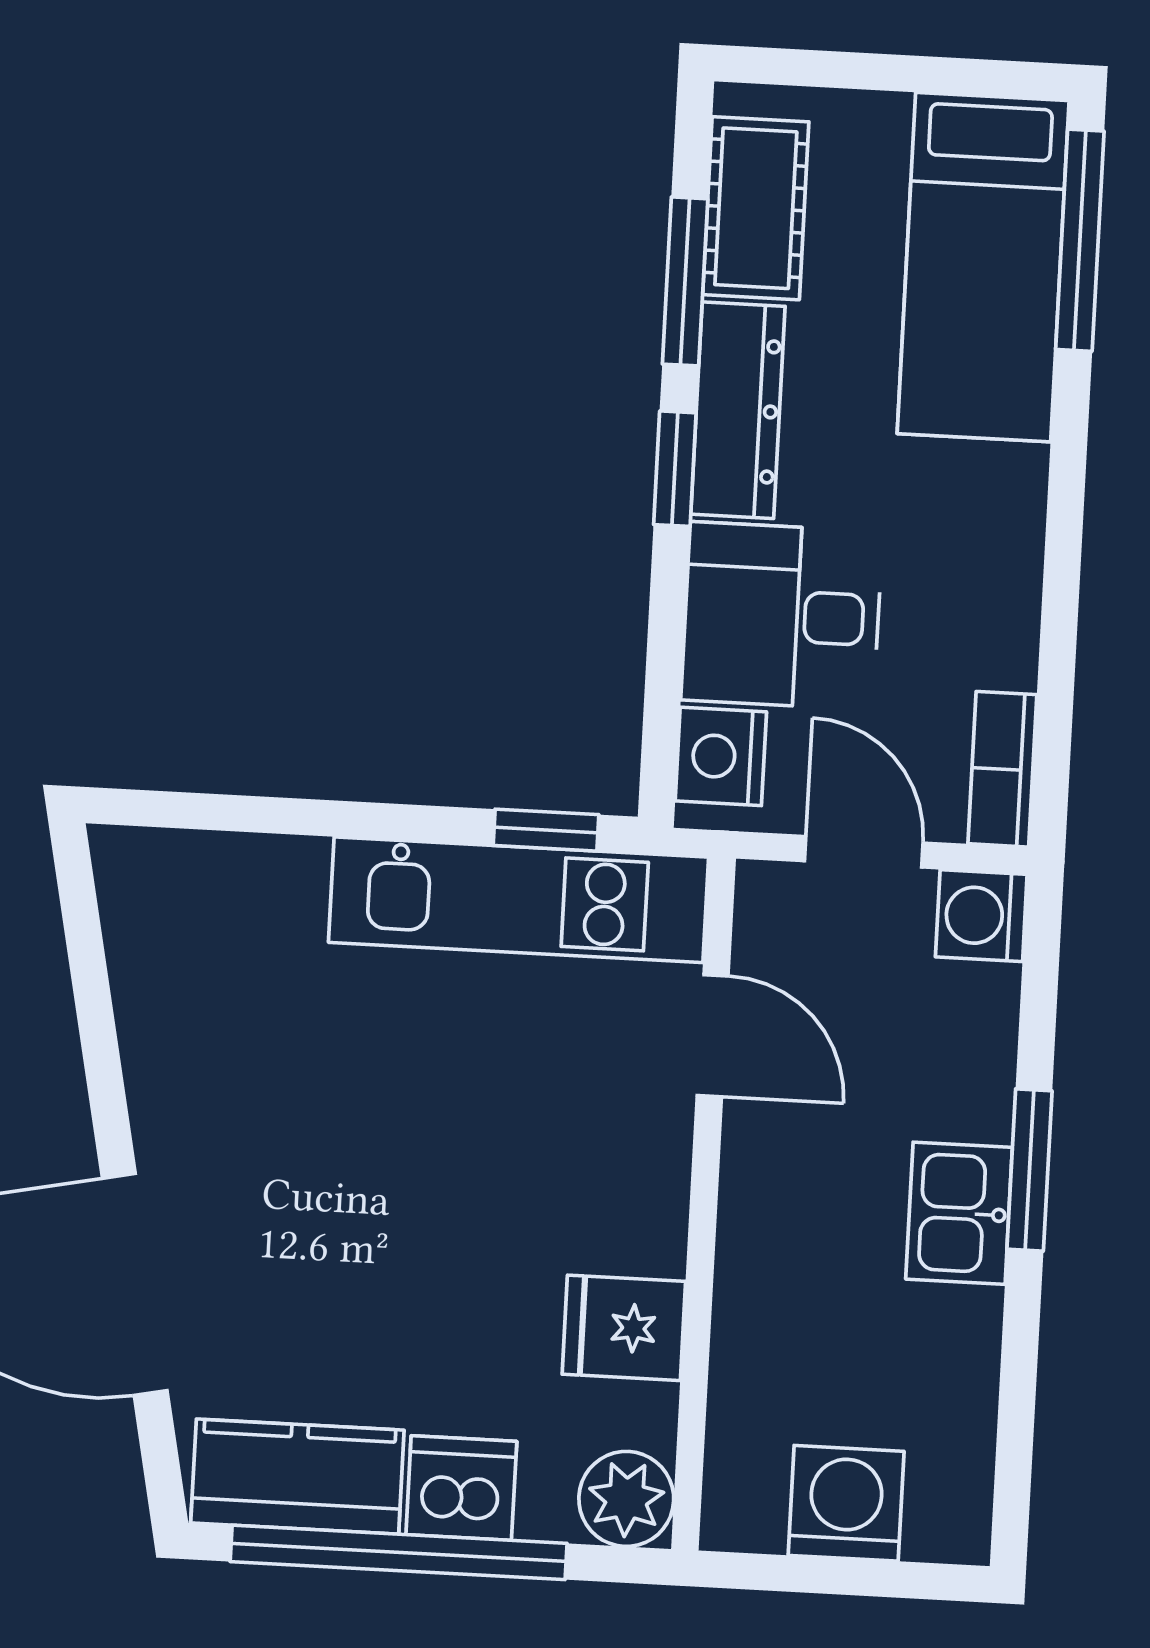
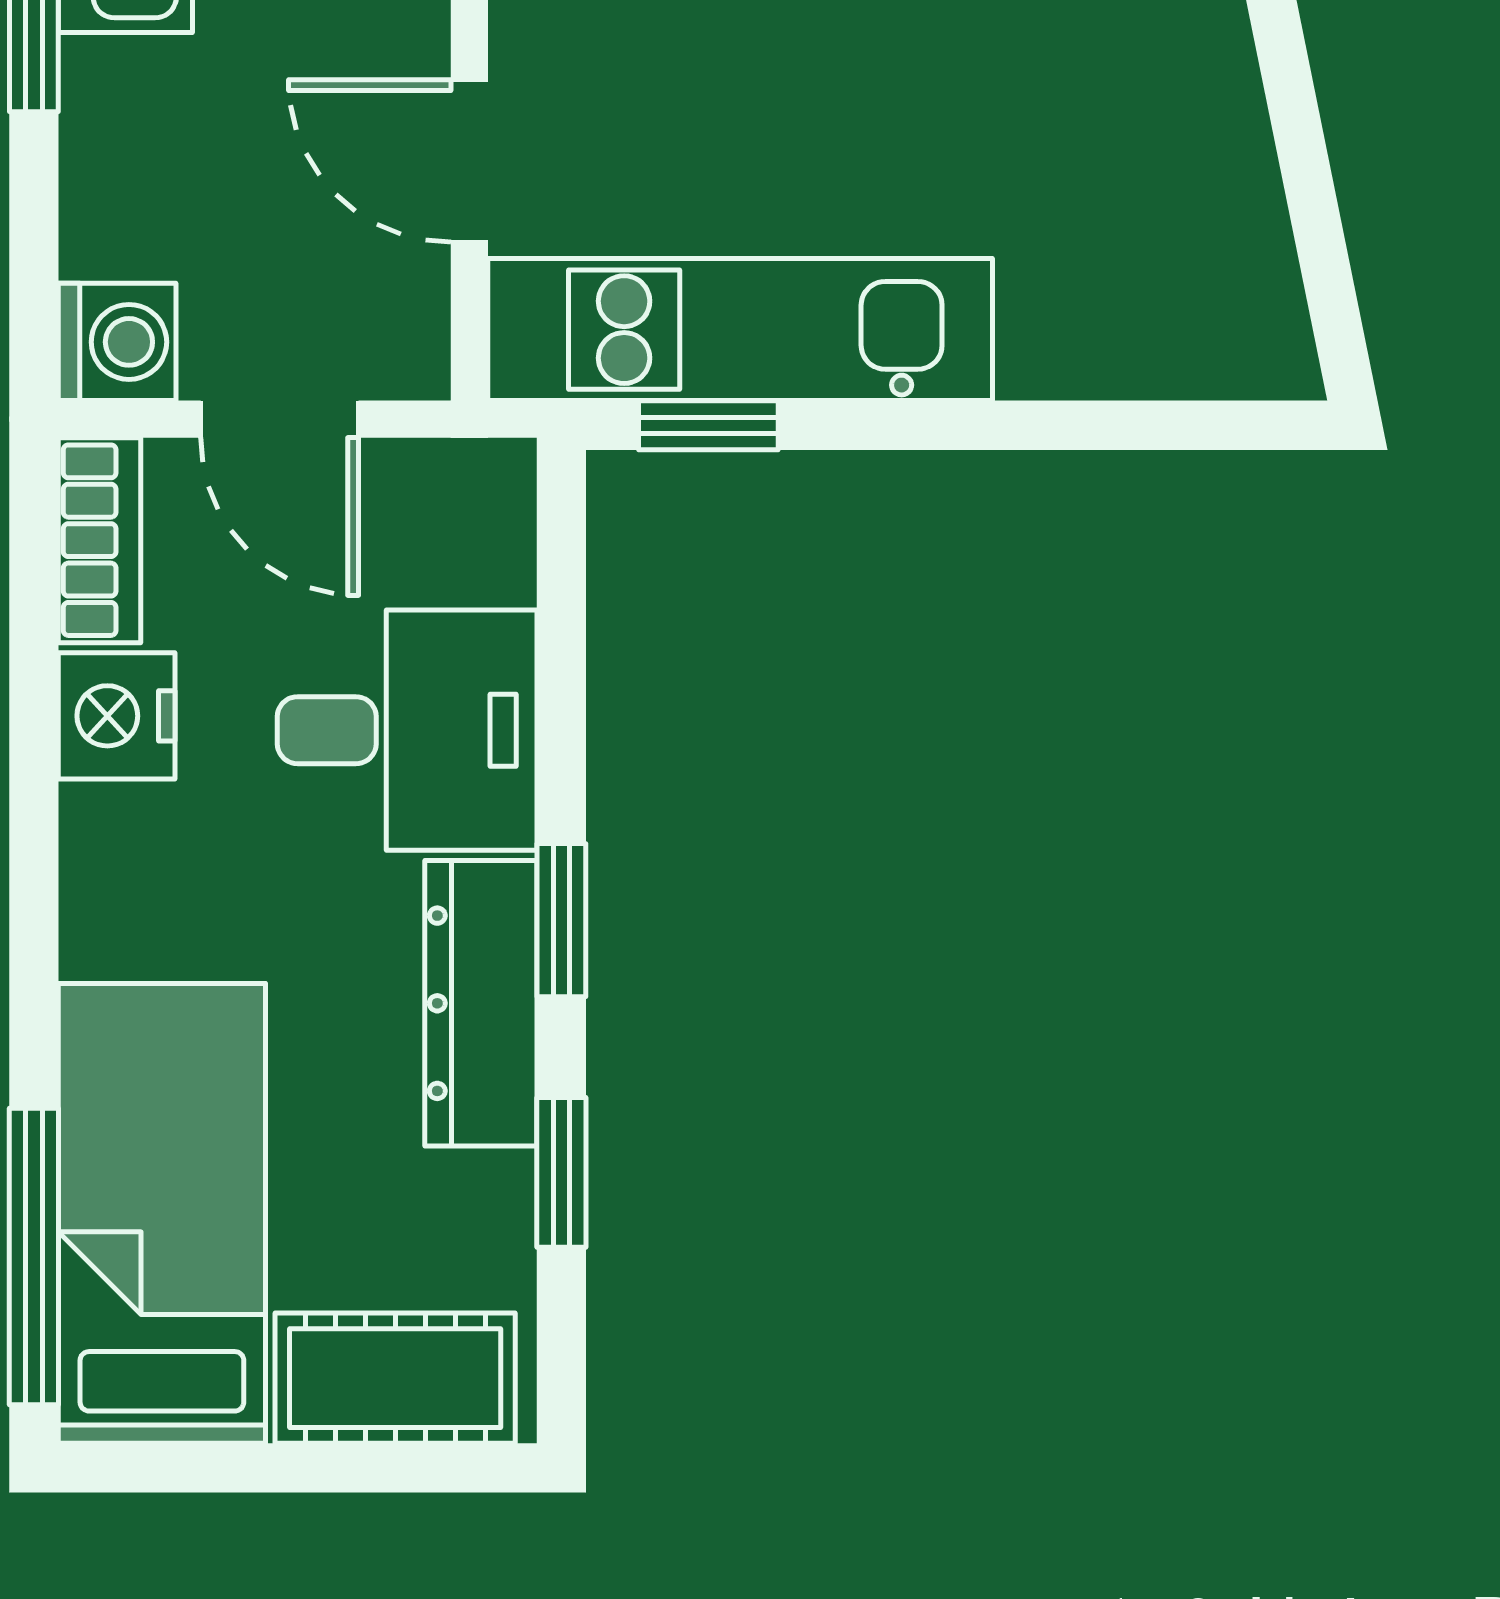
cot: (756, 208) -> (395, 1378), moved, turned 90
window: (685, 281) -> (561, 1172), width x0.67
nightstand: (721, 756) -> (117, 716), moved, turned 180

